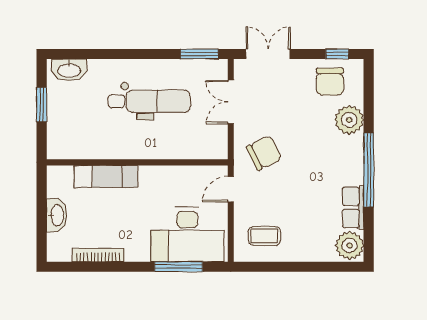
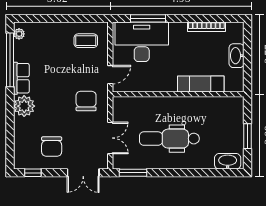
chair: (330, 82) -> (52, 147), moved, turned 180
plant: (349, 120) -> (24, 106), moved
chair: (264, 153) -> (86, 101), turned 116
window: (369, 170) -> (10, 60), moved
row of seats: (353, 207) -> (21, 78), moved
plant: (350, 245) -> (19, 34), width x0.53, depth x0.53

